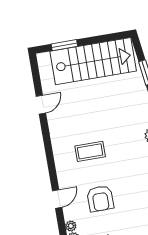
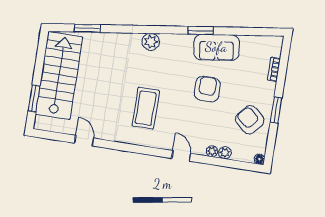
coffee table: (90, 151) -> (146, 108), width x1.36, depth x1.32
armchair: (100, 199) -> (207, 89), moved, turned -90

